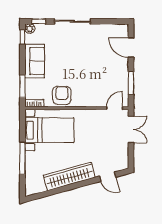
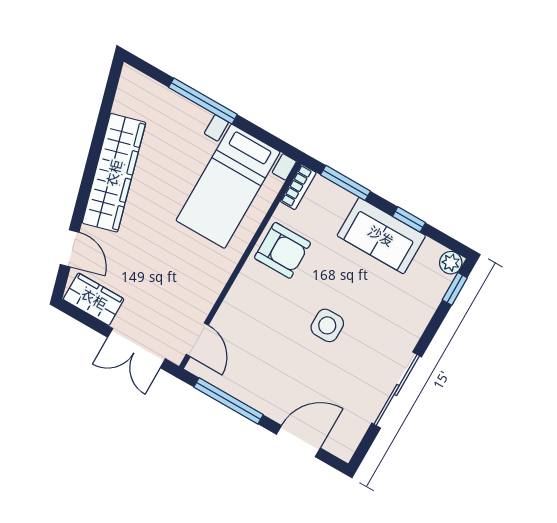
sliding door: (72, 21) -> (397, 390), moved
window: (22, 37) -> (409, 219), moved
side table: (81, 62) -> (327, 325), added
window: (131, 83) -> (229, 401), width x1.44
wardrobe: (122, 157) -> (94, 299), added
door: (108, 177) -> (70, 248), swing flipped

